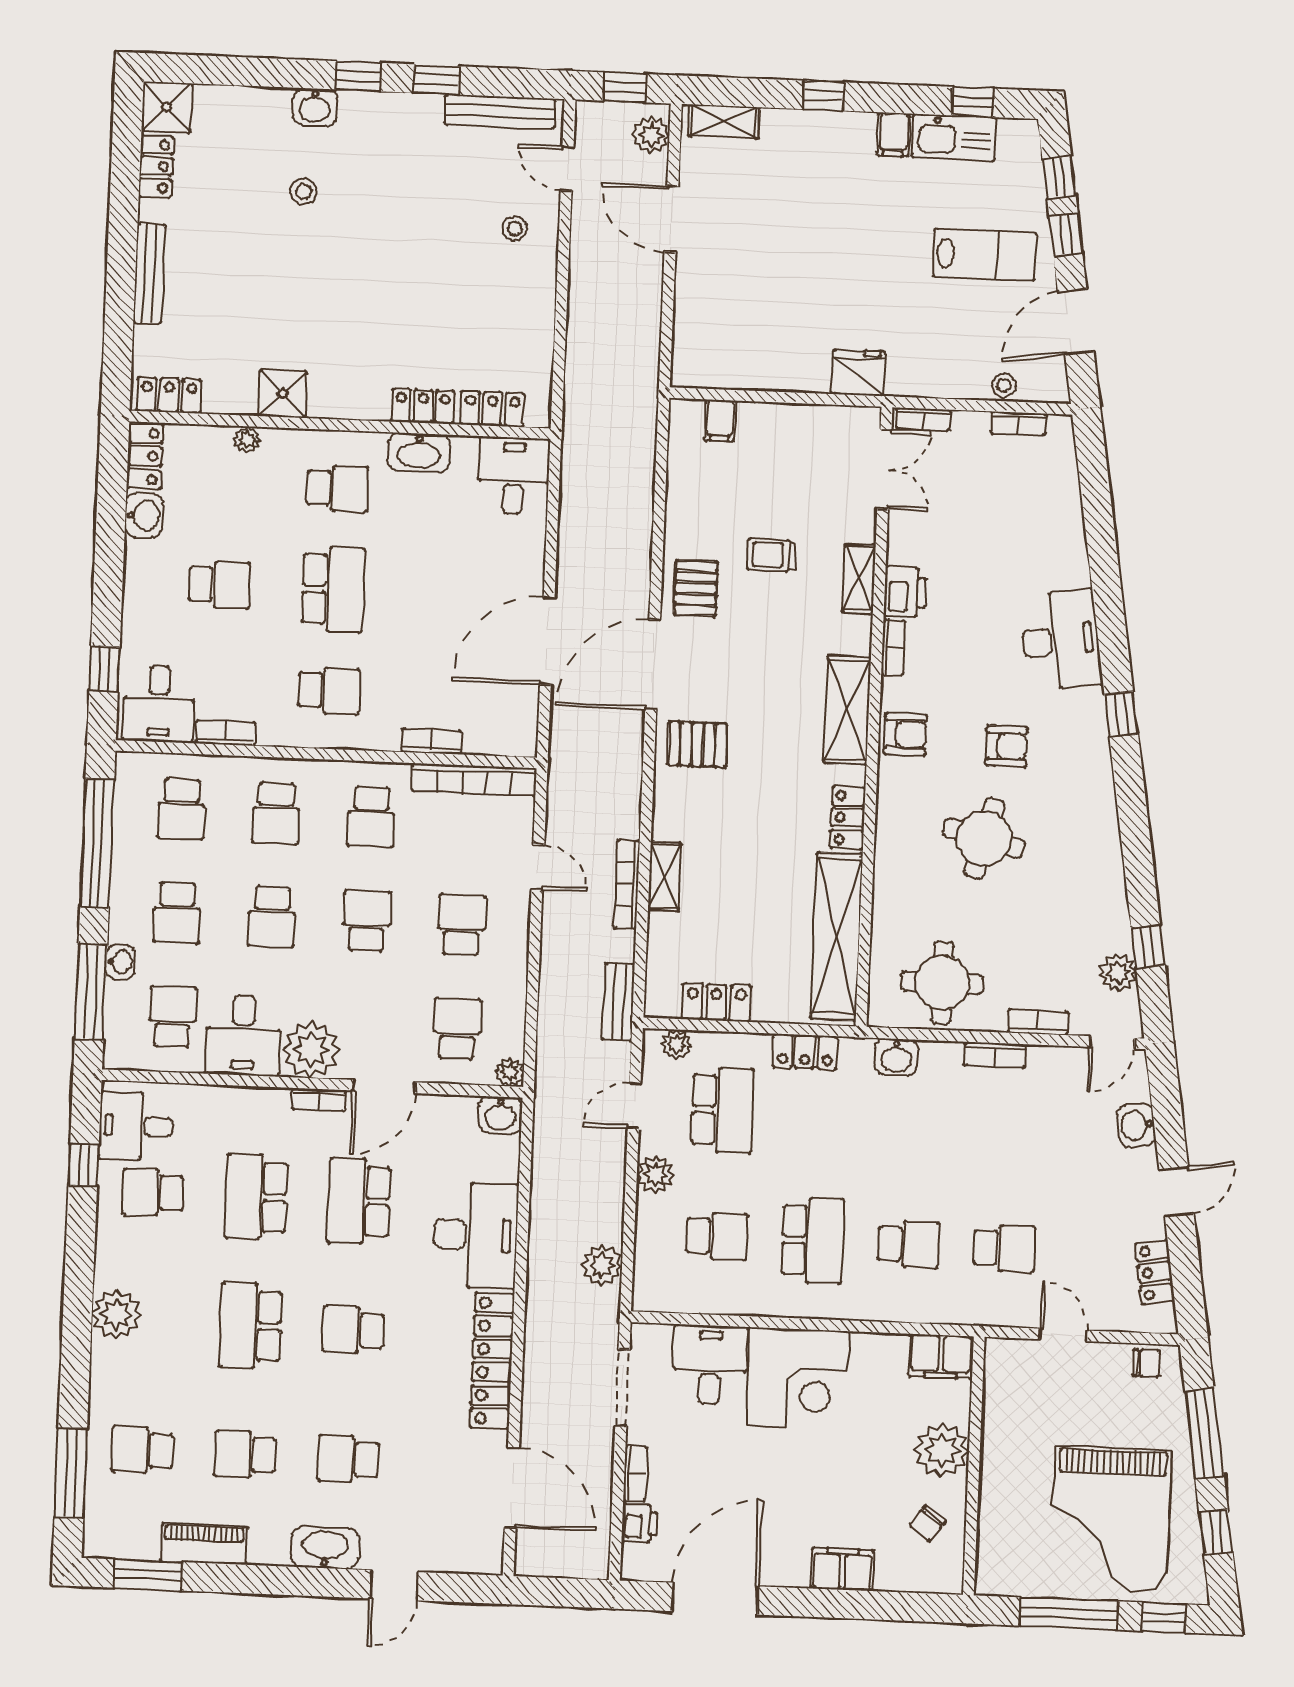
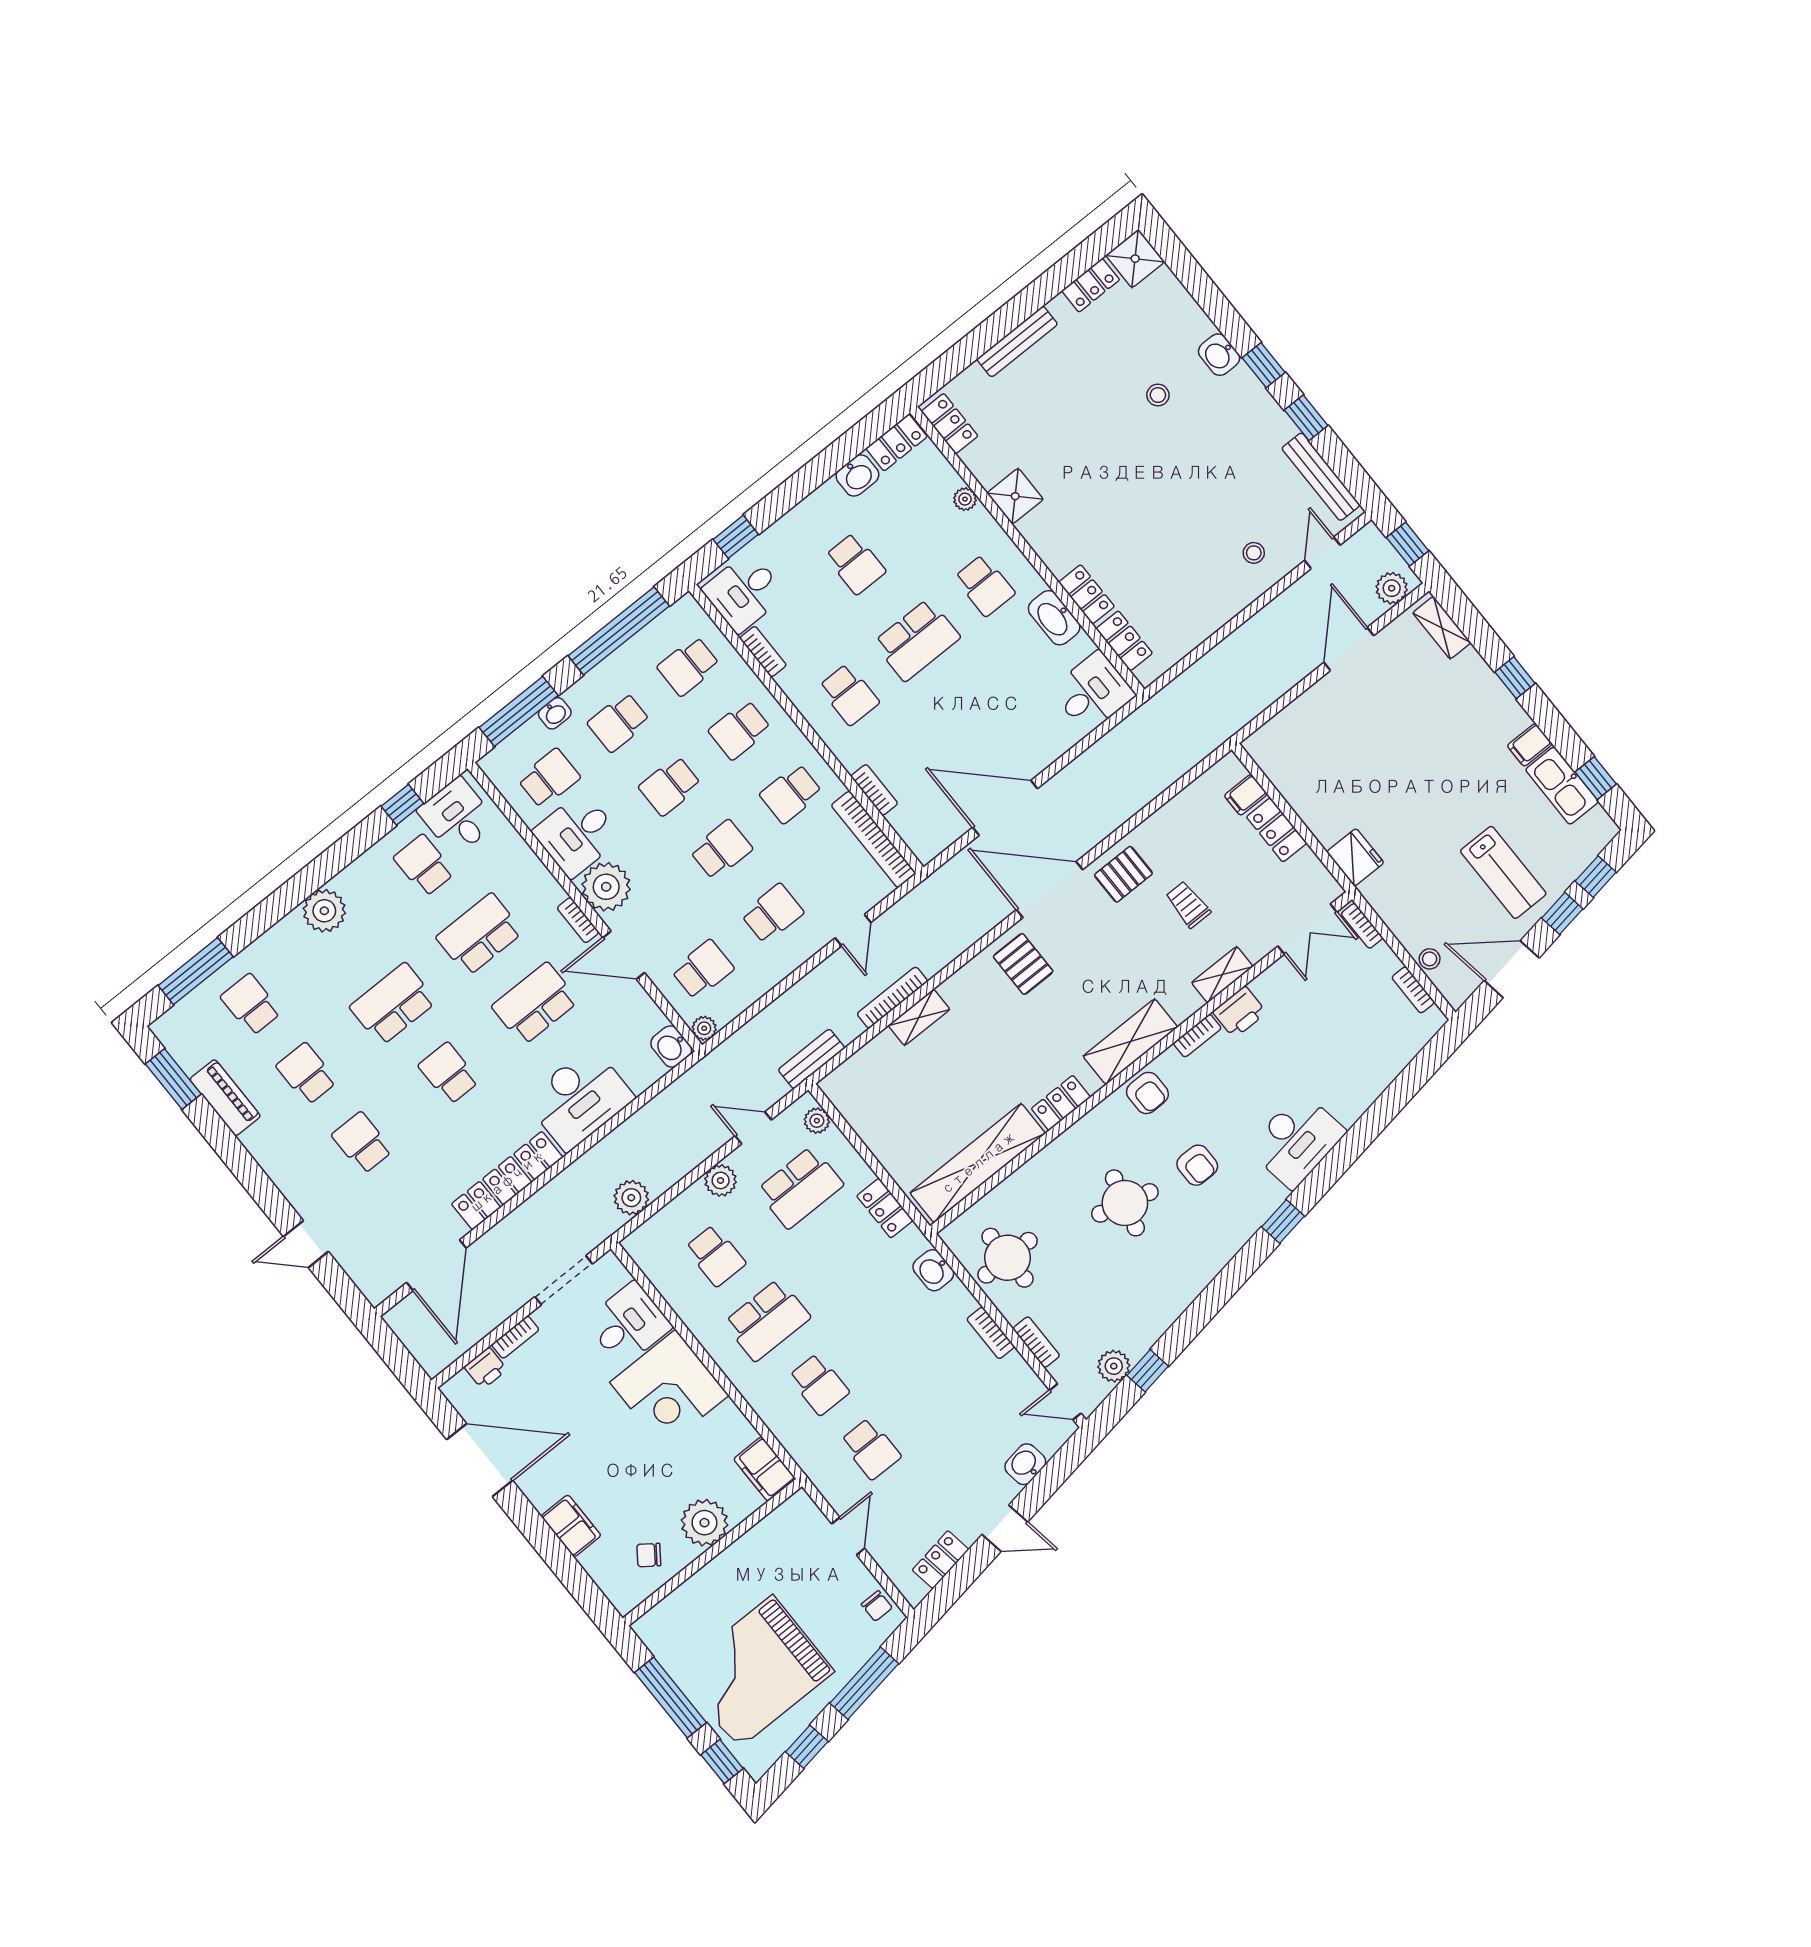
locker: (716, 1002) -> (1277, 830), moved, turned 180
washbasin: (325, 1547) -> (291, 1178), removed

